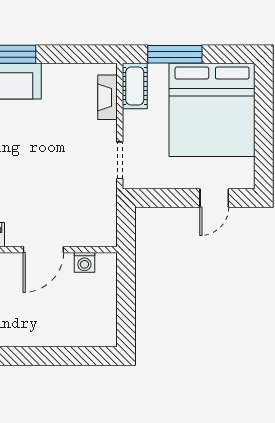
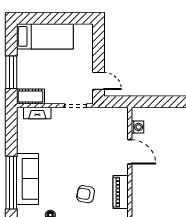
bed: (212, 110) -> (45, 36), width x0.49
door: (214, 198) -> (98, 81), moved

